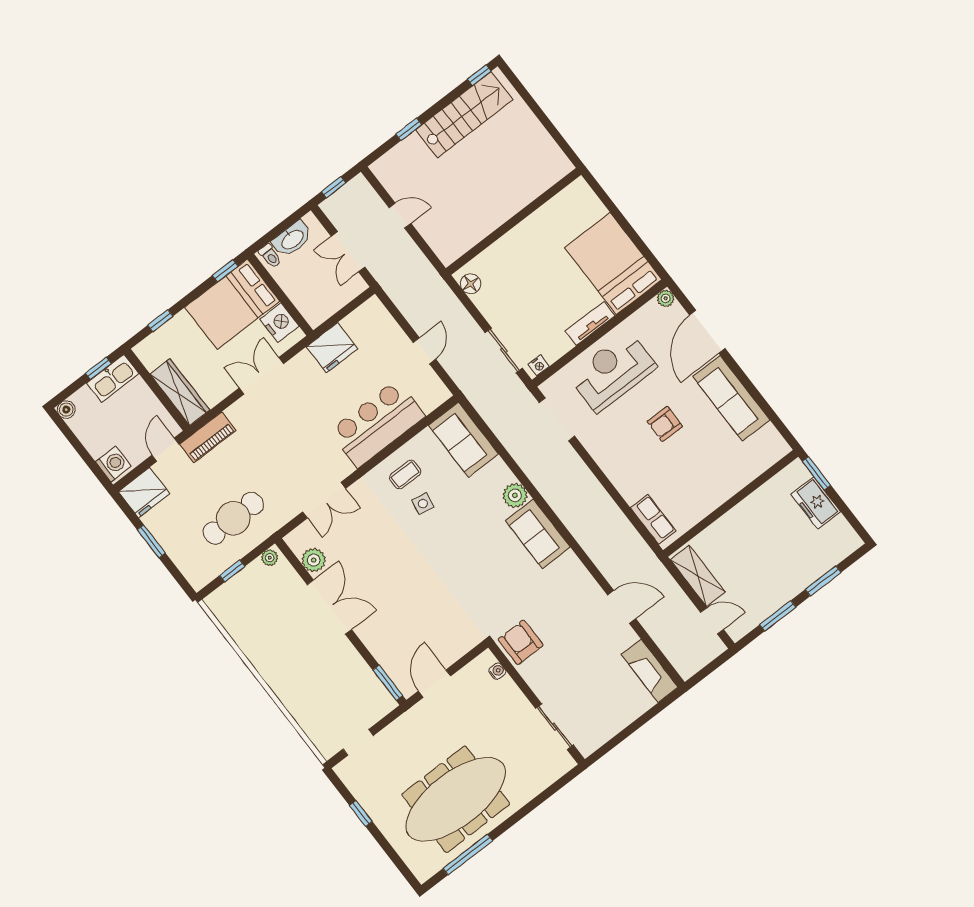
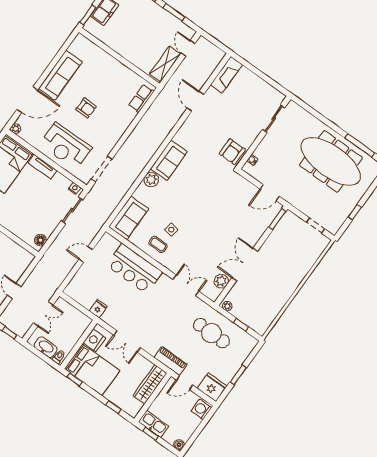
fridge: (332, 348) -> (98, 309), width x0.53, depth x0.75

